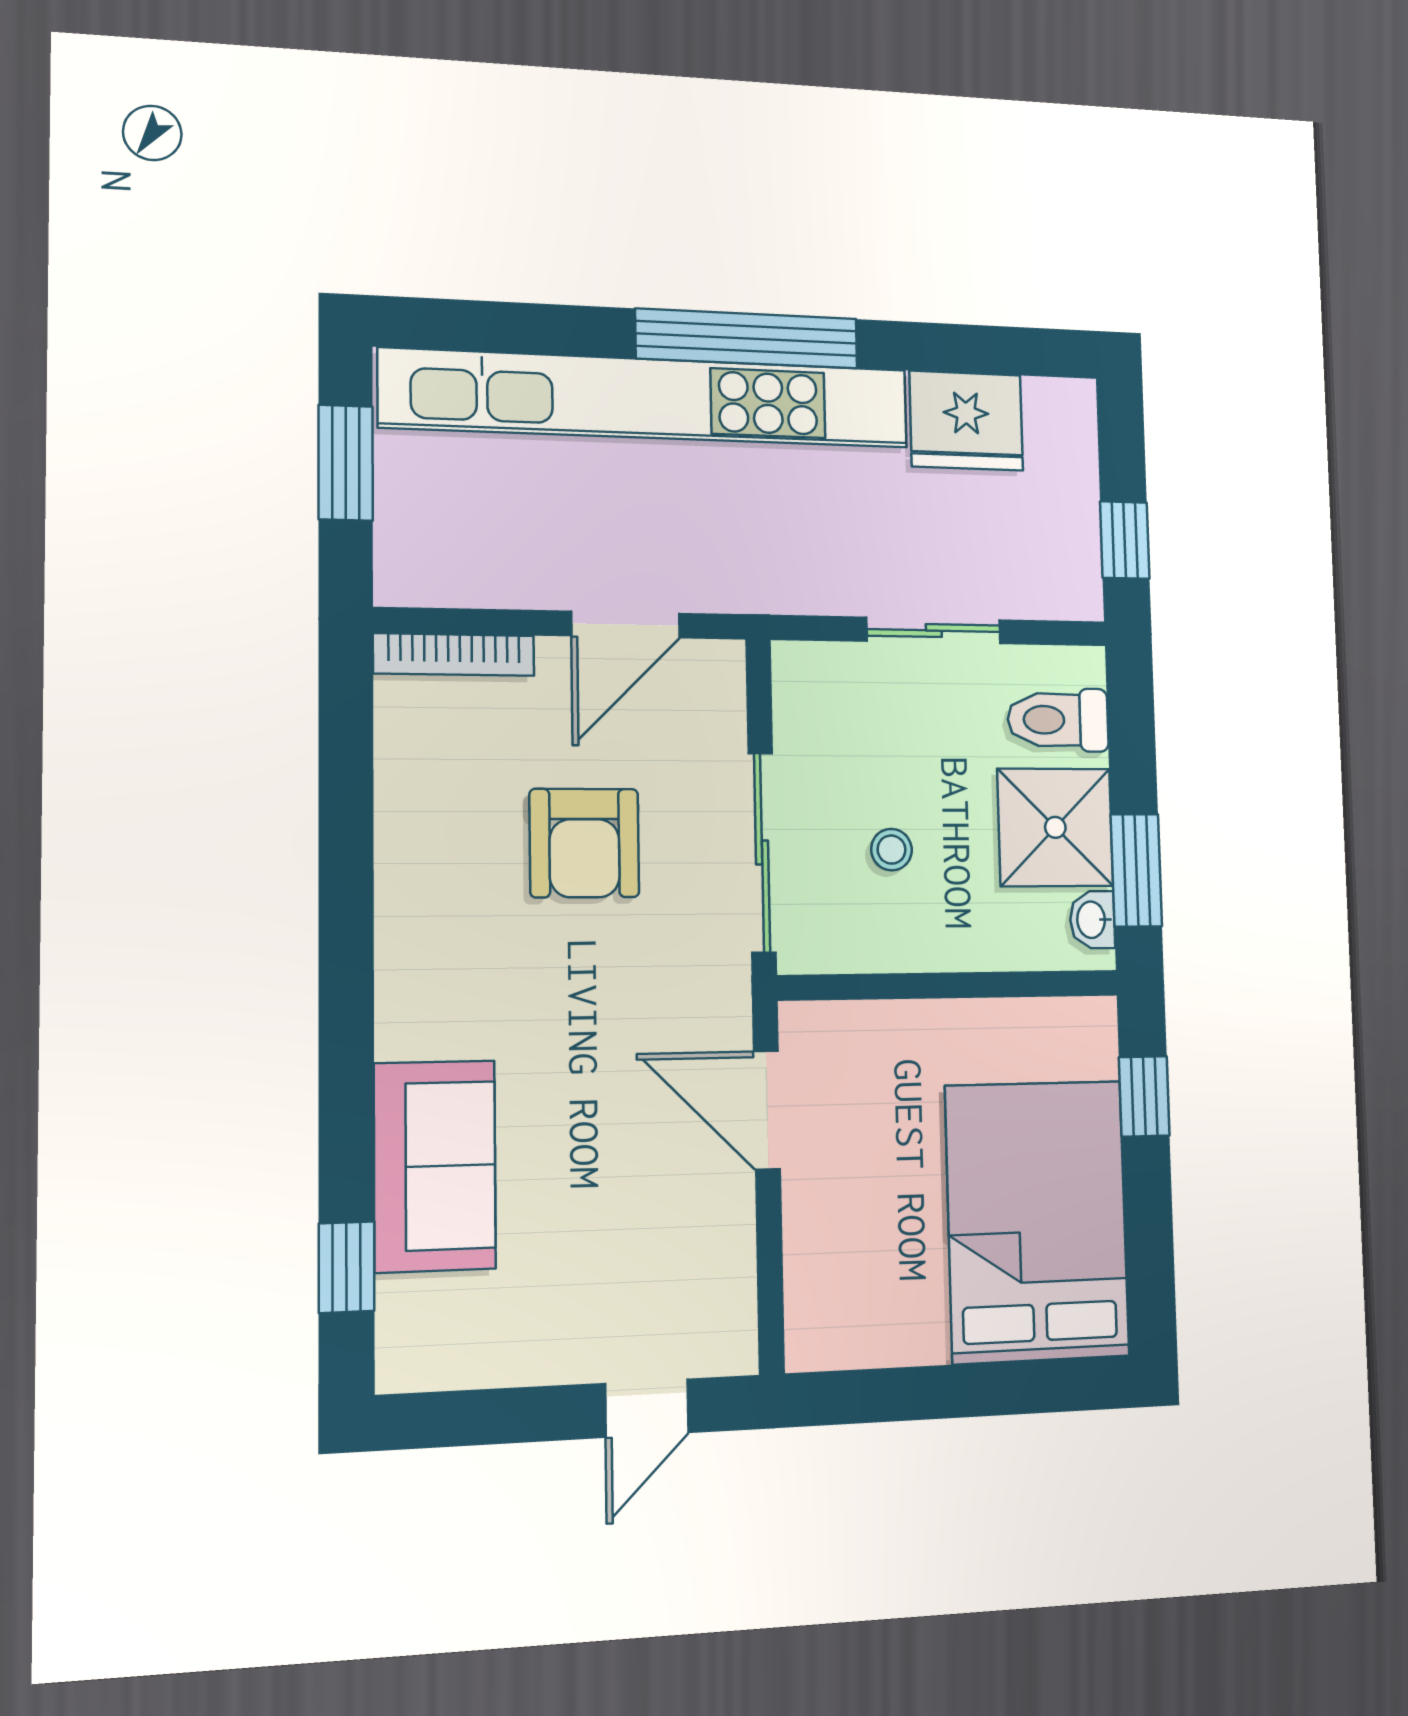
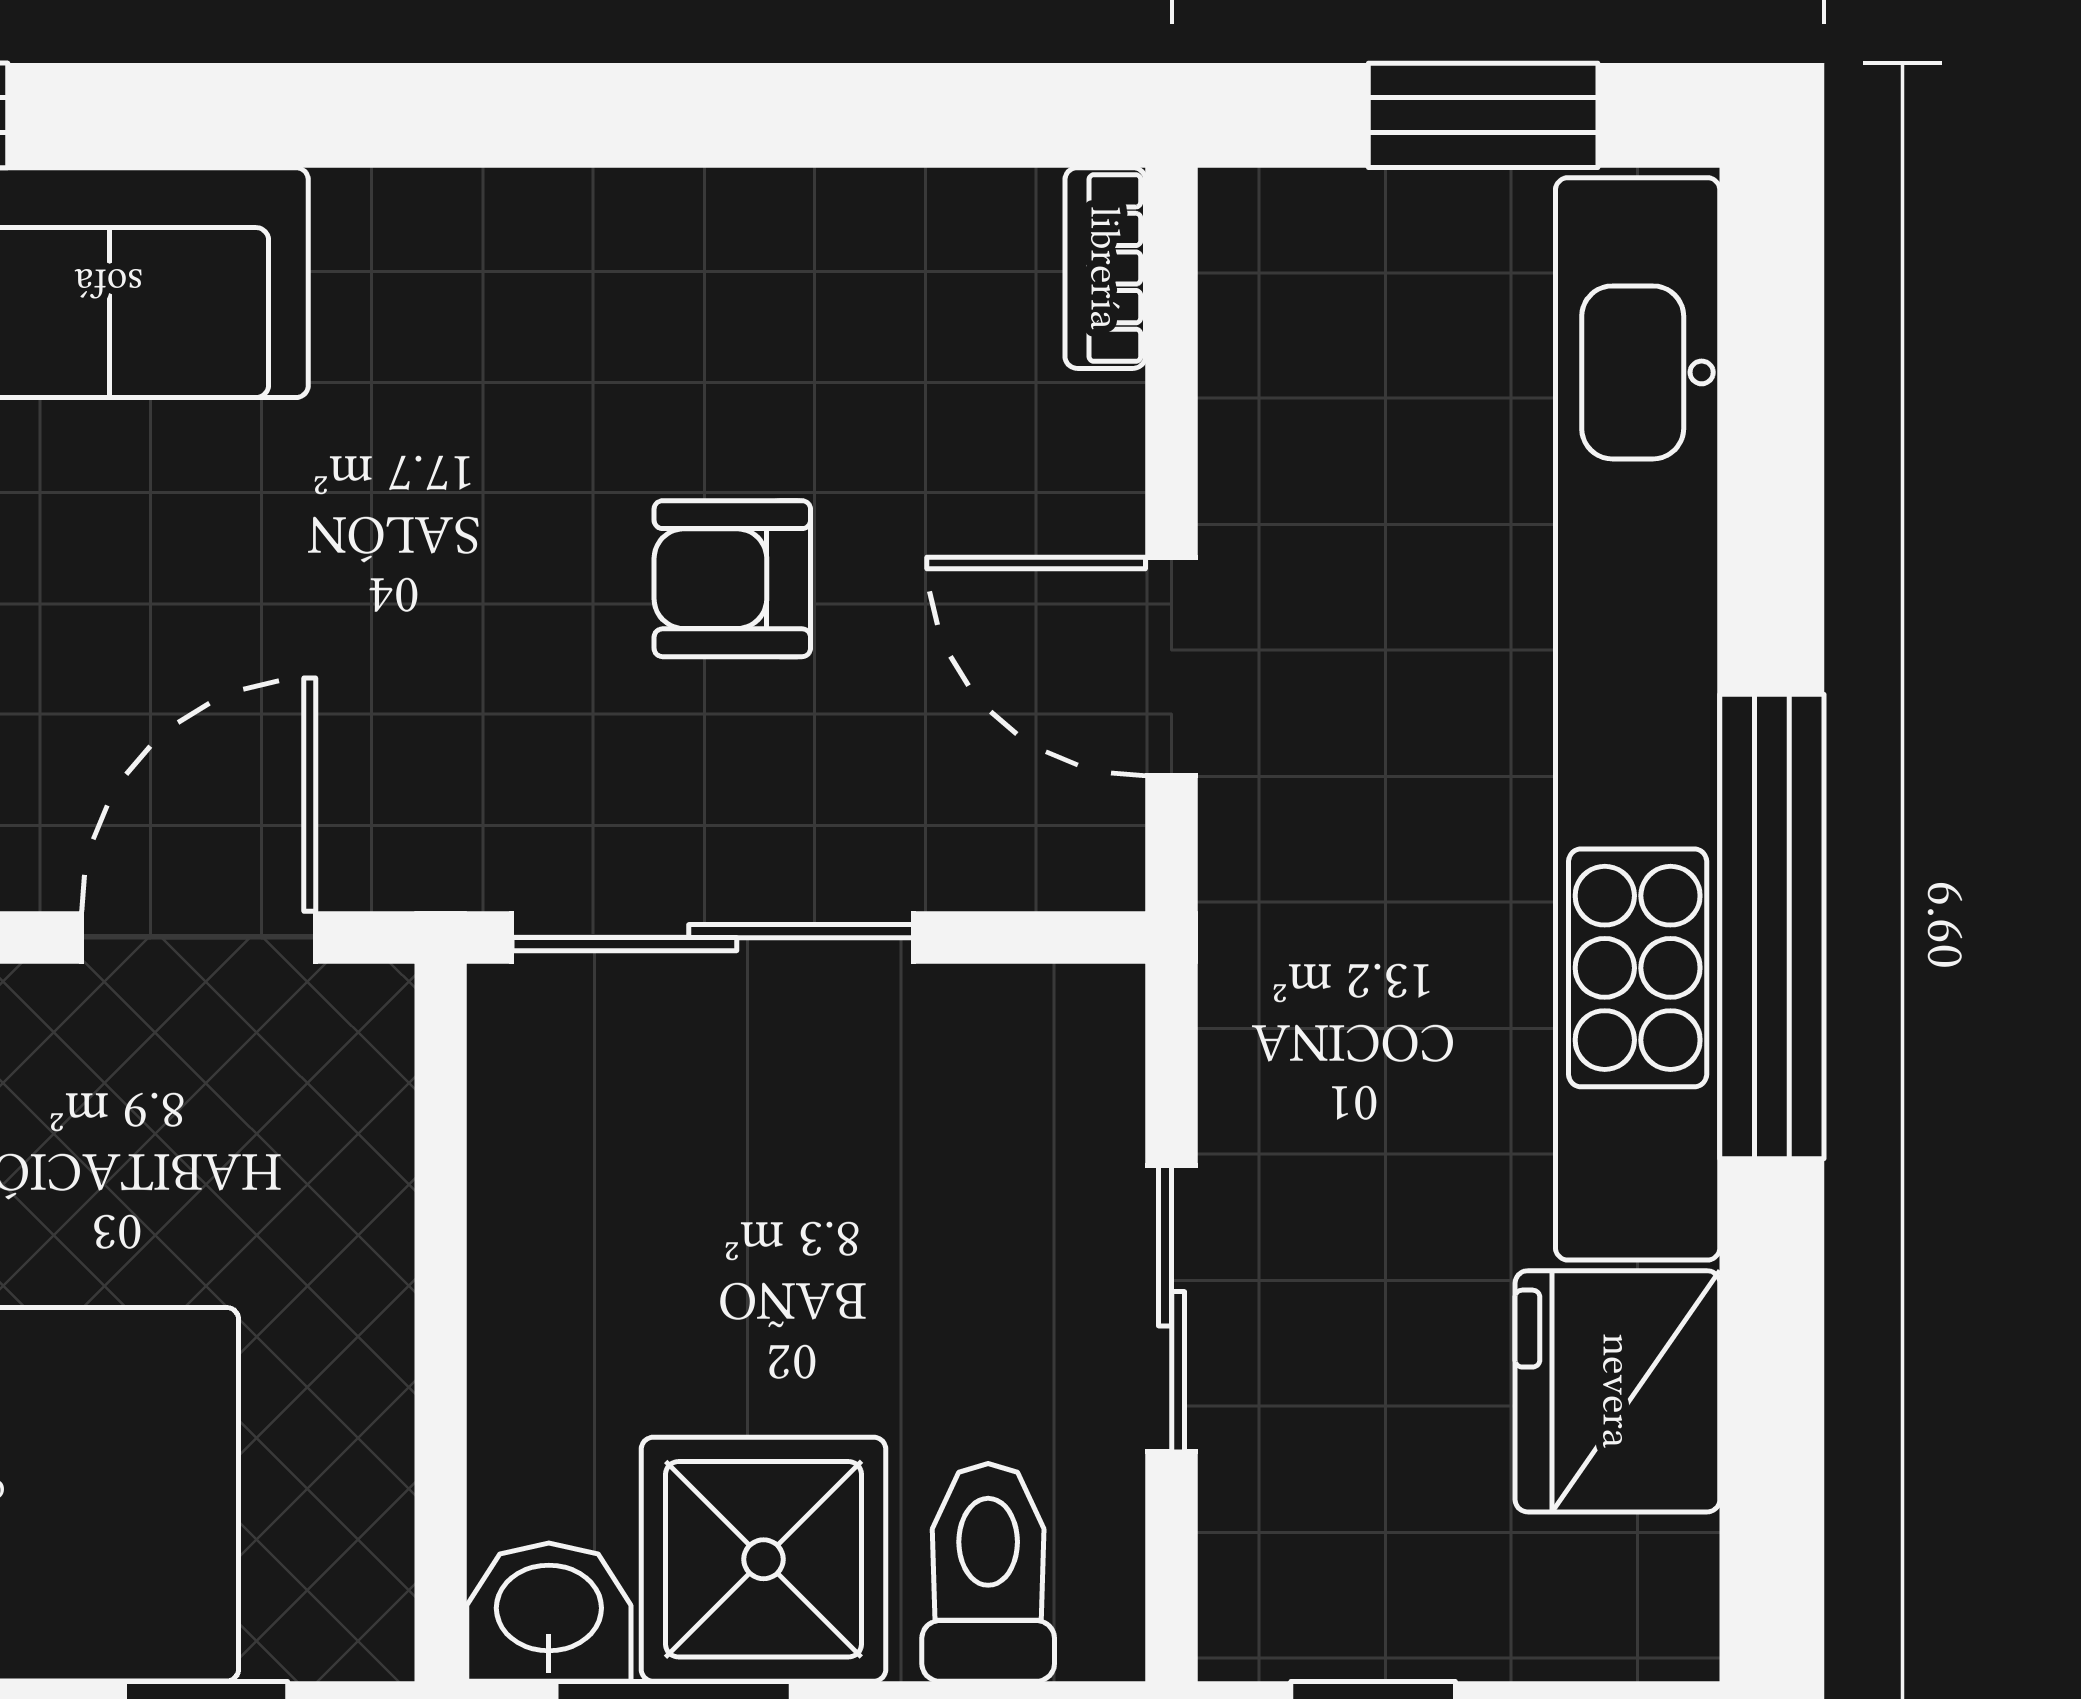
bookcase: (454, 655) -> (1105, 268), width x0.64
armchair: (584, 843) -> (732, 579), width x0.72, depth x0.72
stool: (891, 850) -> (718, 1207), removed
washbasin: (1092, 920) -> (549, 1612), width x1.38, depth x1.45

